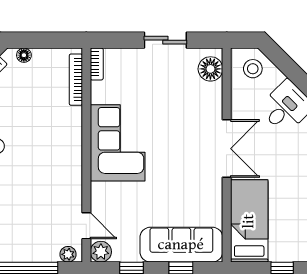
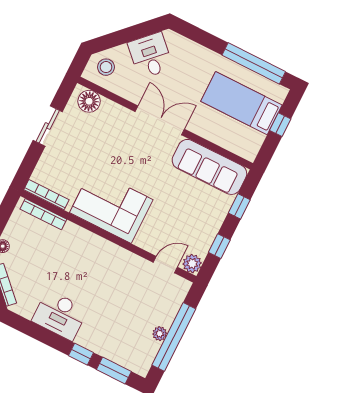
bookcase: (97, 64) -> (46, 195), width x1.56
bed: (249, 221) -> (241, 103), moved
sofa: (181, 245) -> (209, 167), moved, turned -90
plant: (68, 254) -> (160, 334), moved

